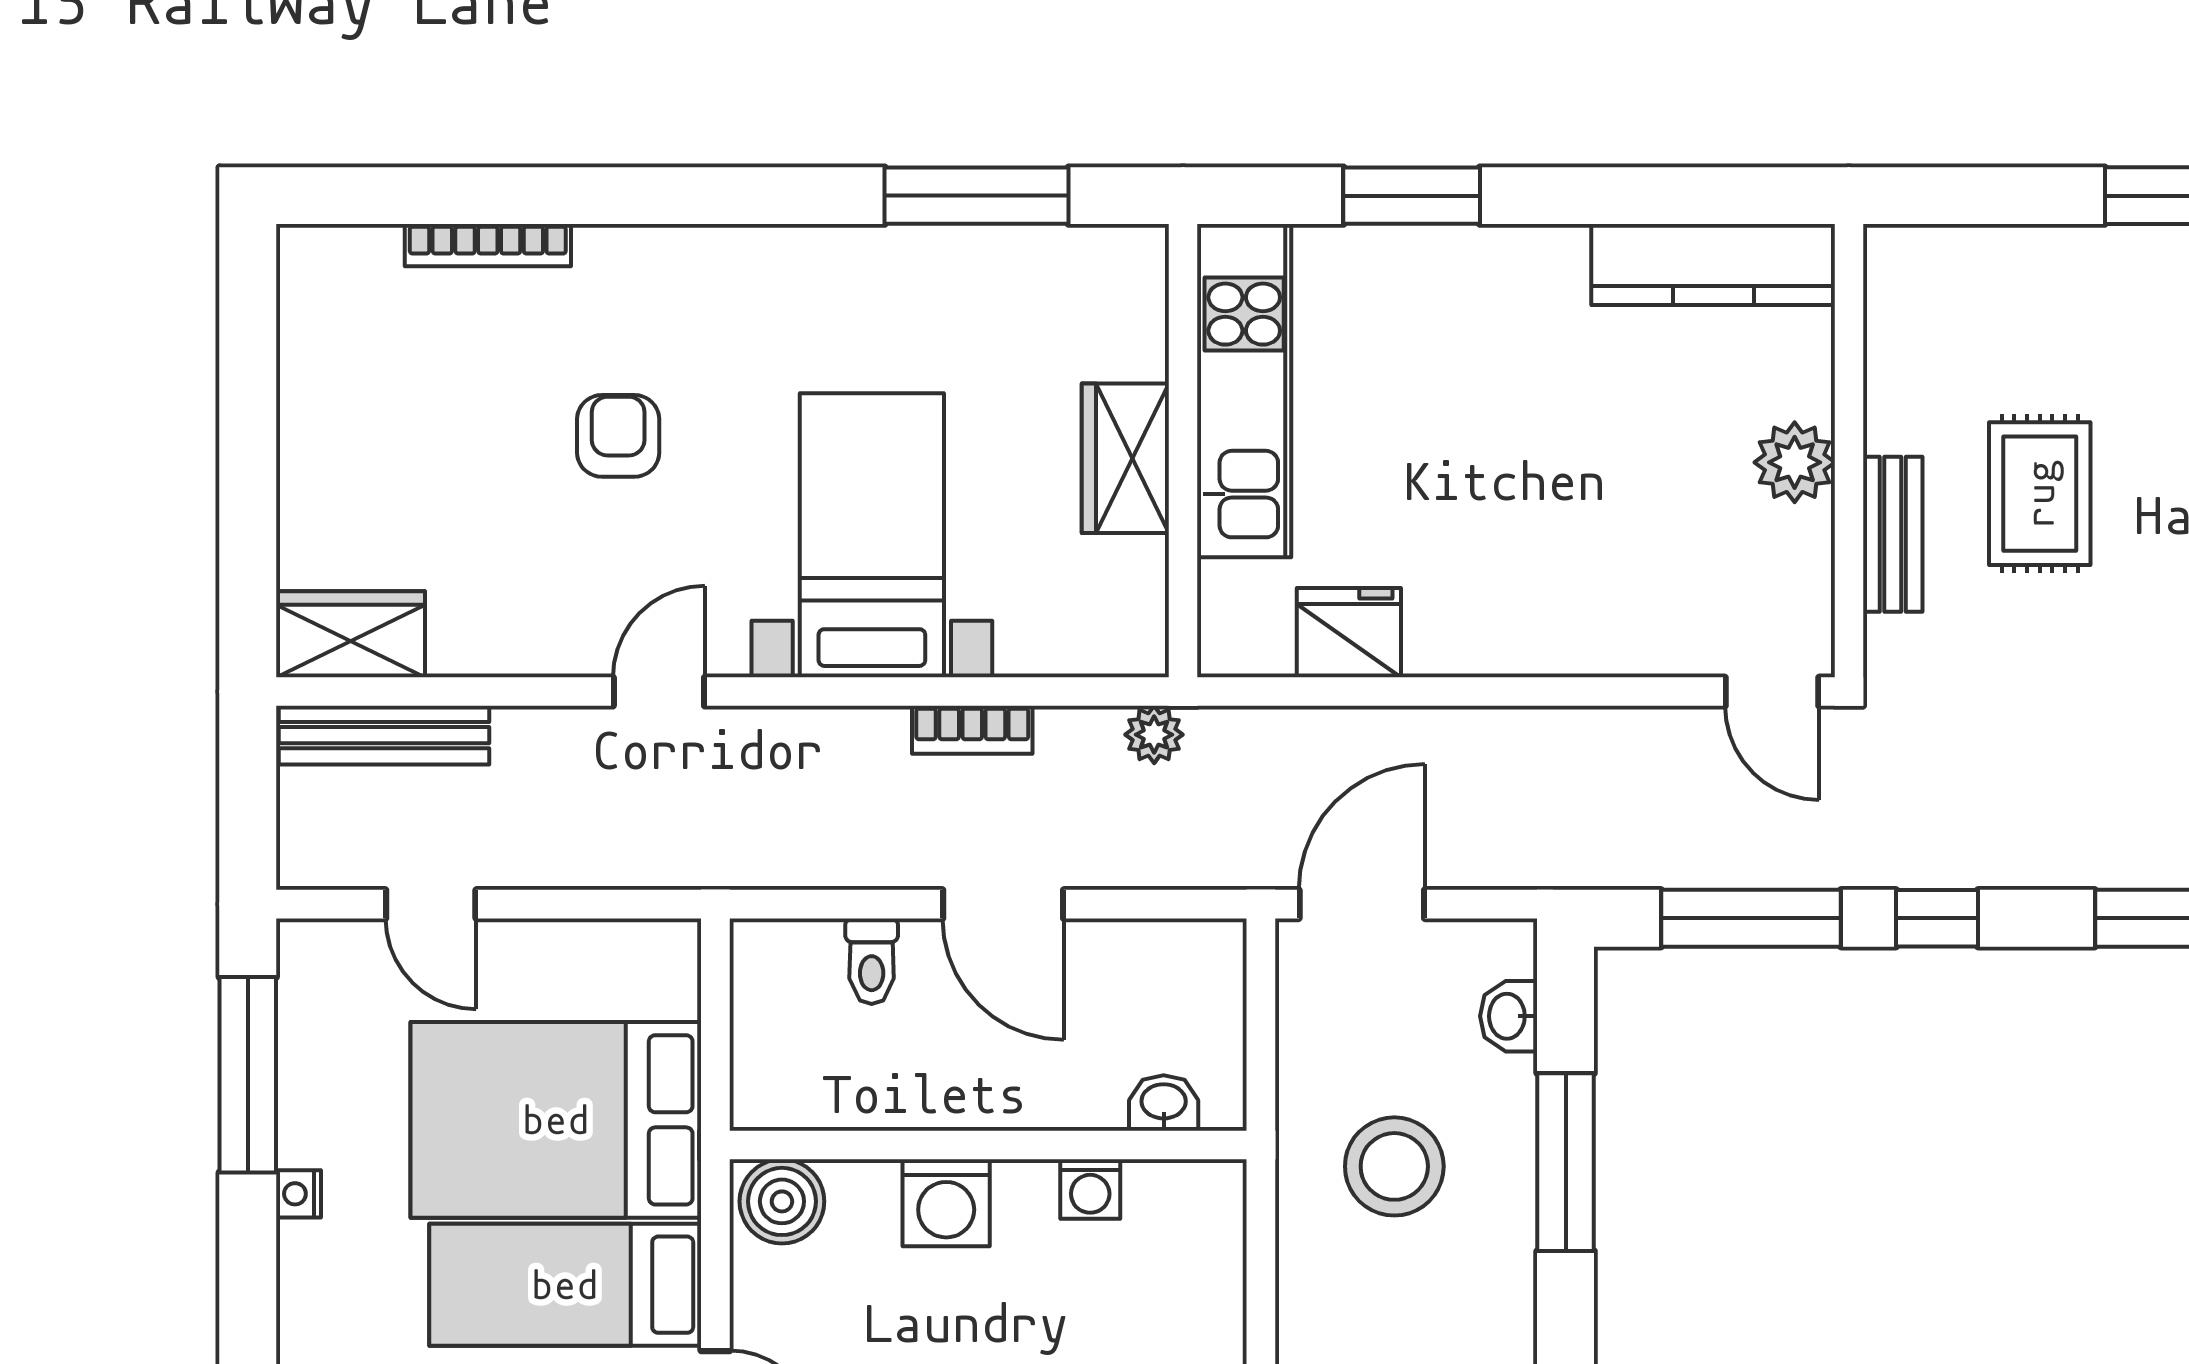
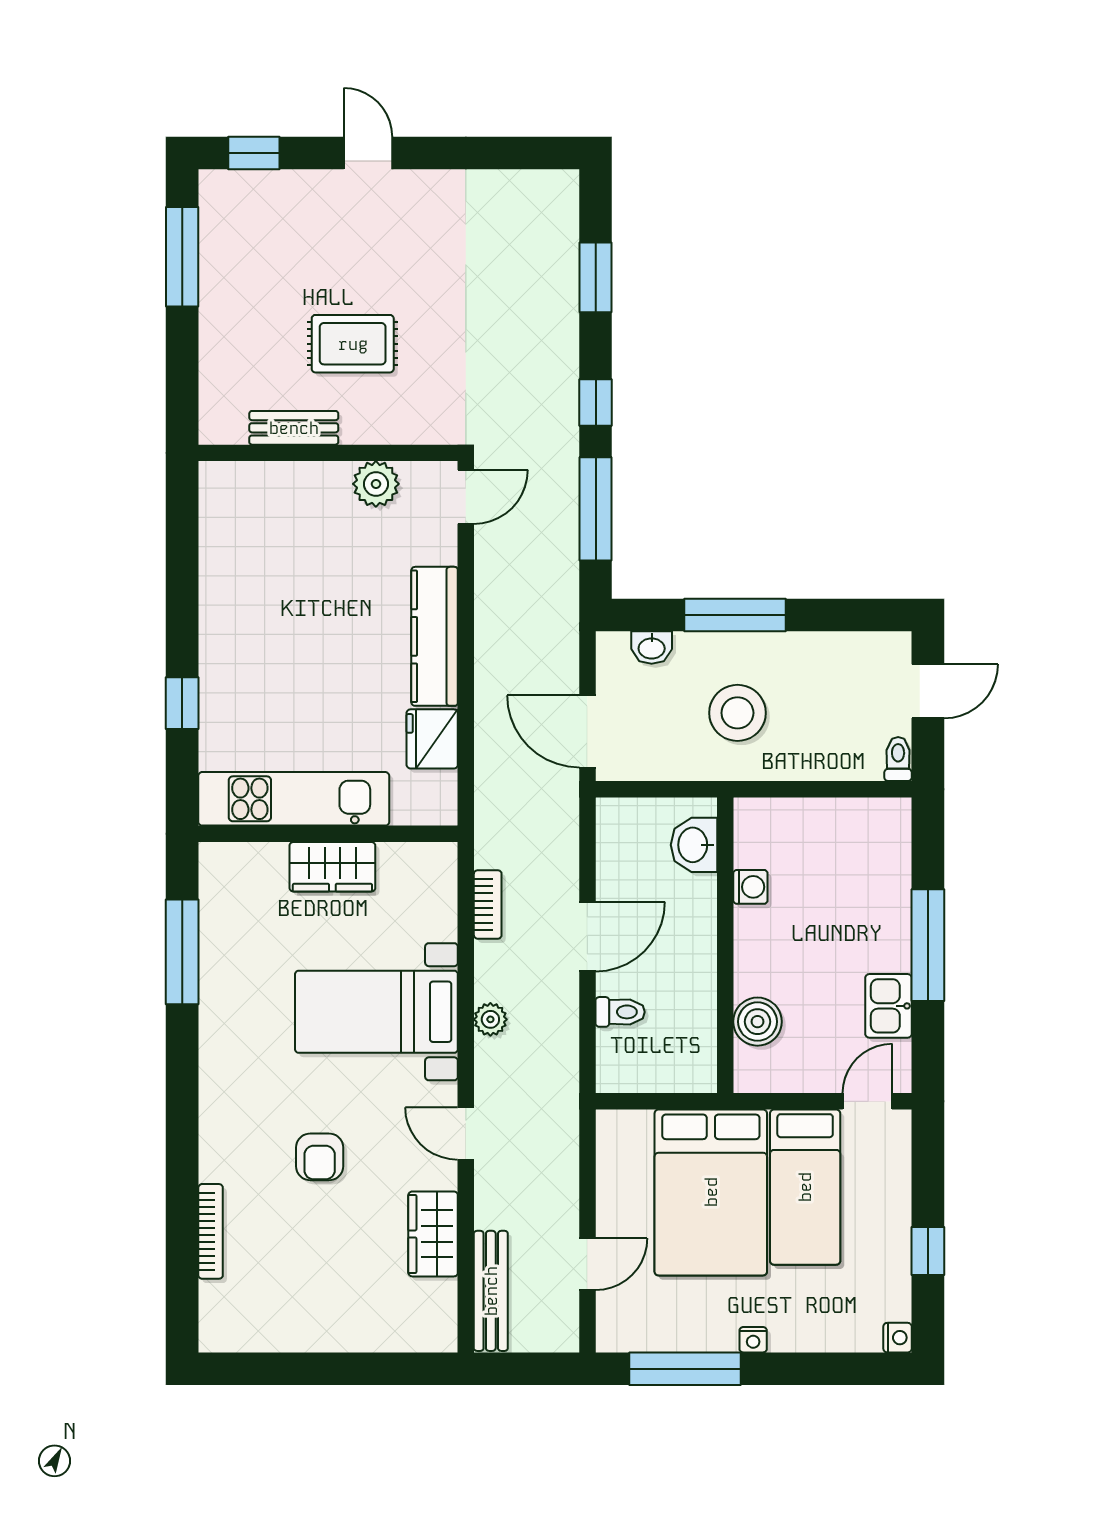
window: (1412, 196) -> (182, 703), width x0.67
kitchen counter: (1713, 265) -> (435, 636), moved, turned 180
armchair: (618, 436) -> (320, 1157), turned -90
plant: (1795, 462) -> (376, 484), moved
bench: (1893, 534) -> (294, 428), moved
wardrobe: (351, 634) -> (433, 1234), moved
bookcase: (972, 730) -> (488, 904), moved
plant: (1154, 735) -> (490, 1019), moved
washbasin: (1164, 1103) -> (694, 845), width x1.38, depth x1.45
boiler: (782, 1201) -> (757, 1022), moved
washing machine: (946, 1203) -> (758, 969), removed

